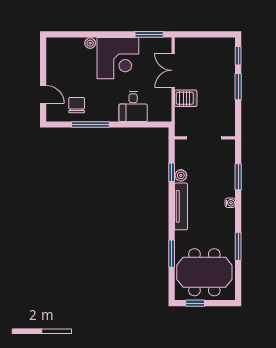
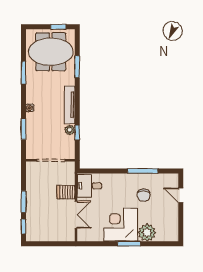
window: (149, 34) -> (129, 244), moved
plant: (90, 43) -> (147, 233), width x1.87, depth x1.87
chair: (77, 105) -> (144, 195), moved
desk: (133, 106) -> (89, 186), moved, turned -90

